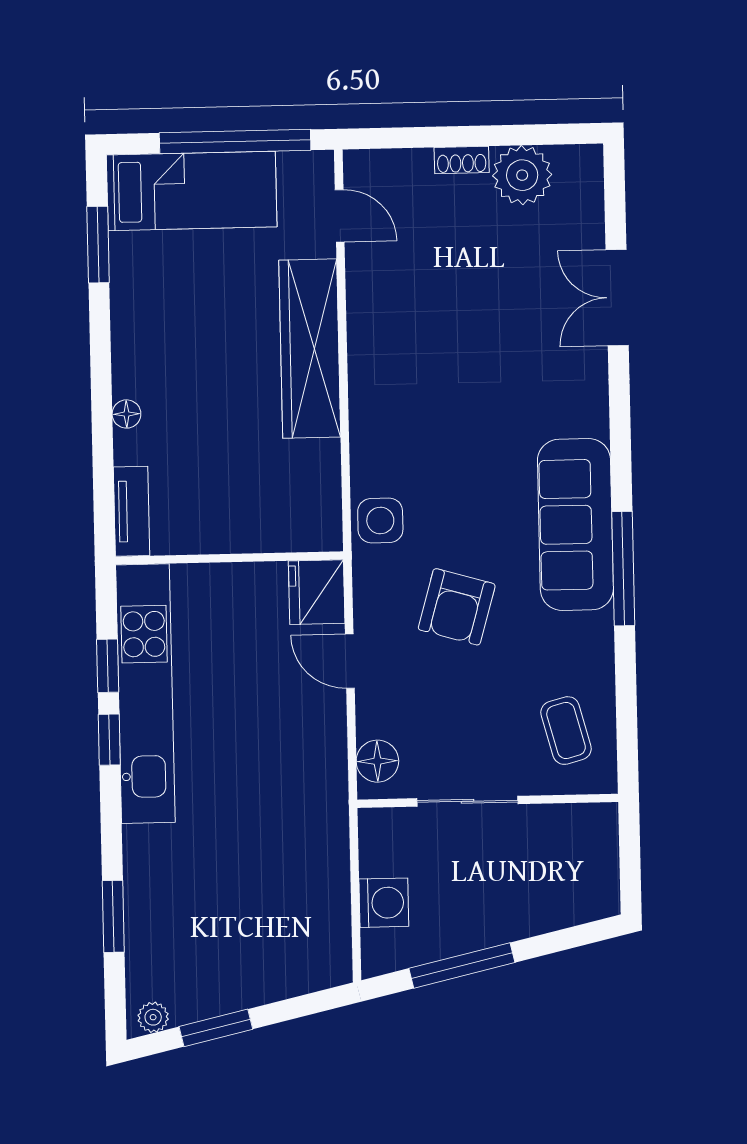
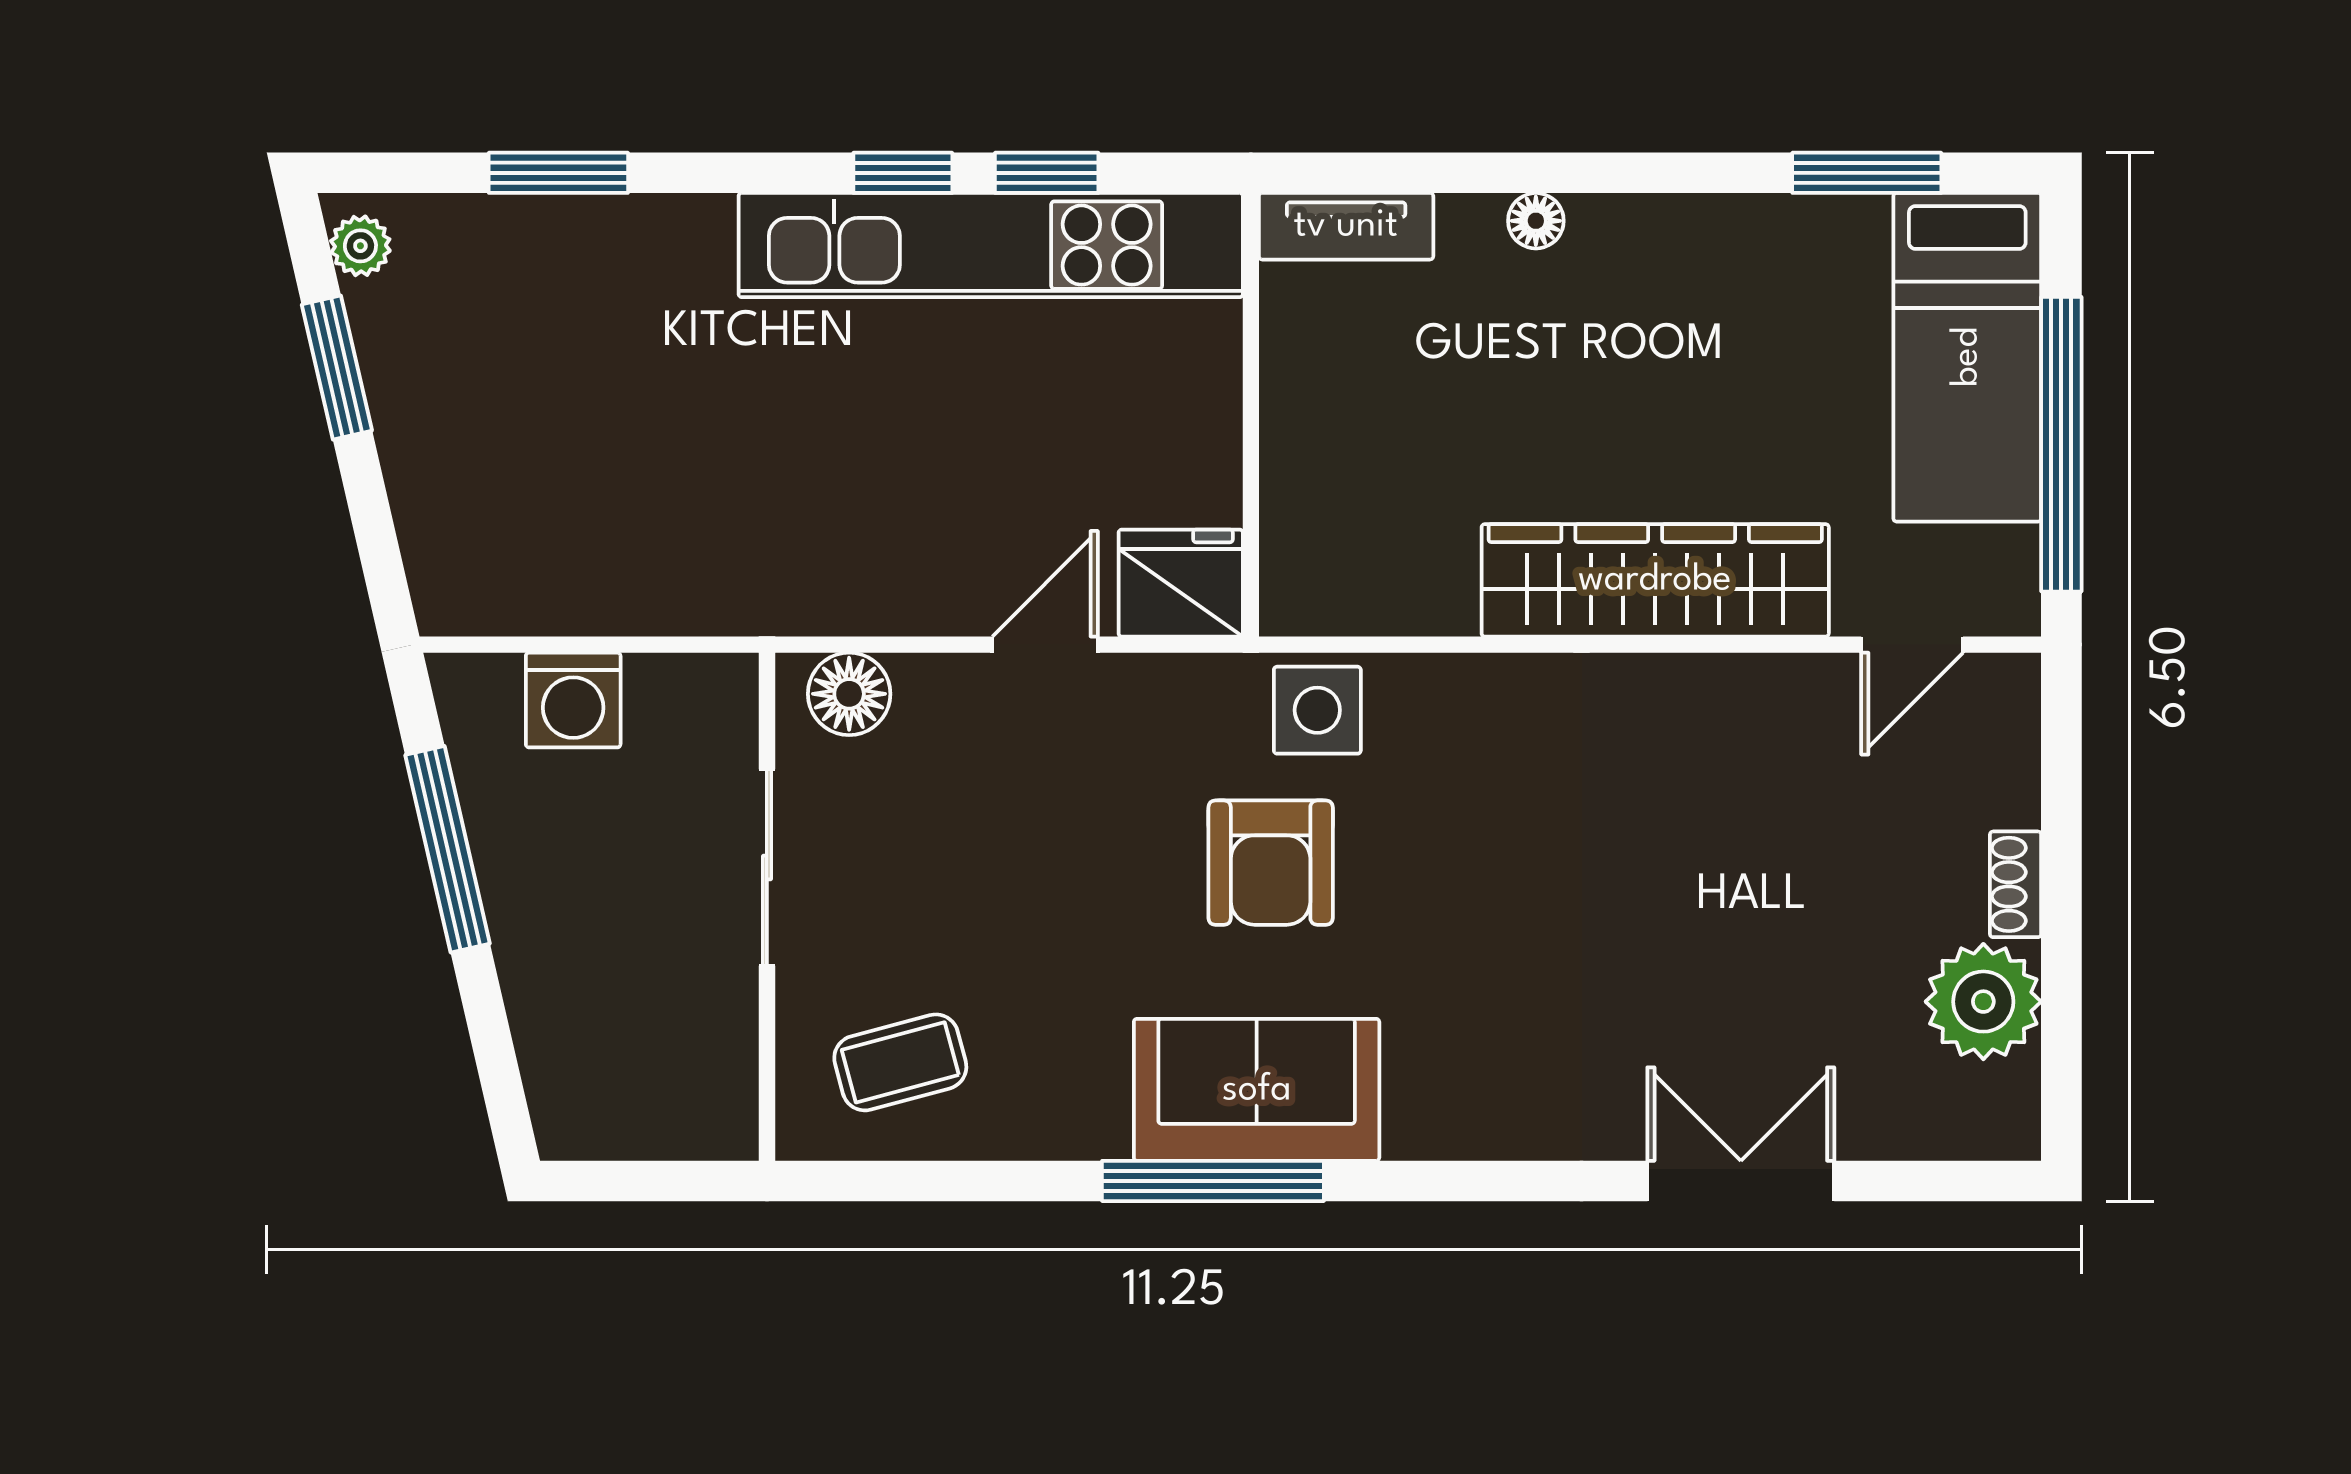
sofa: (575, 525) -> (1257, 1090), width x0.73
armchair: (457, 607) -> (1271, 863), moved, turned -106

